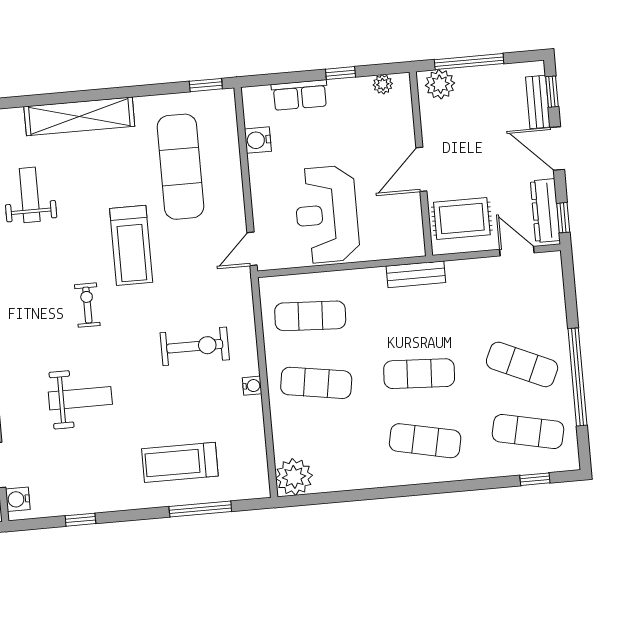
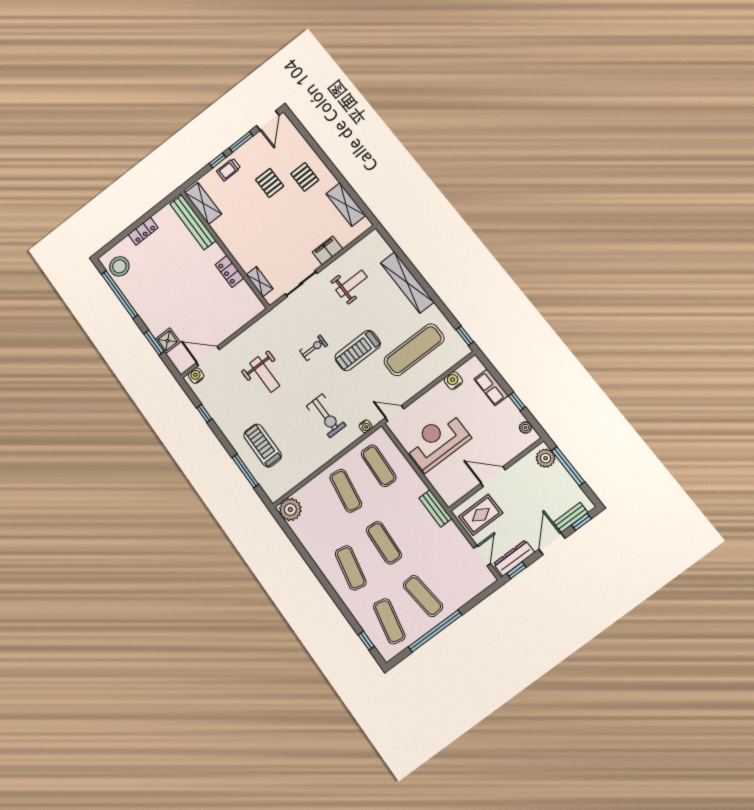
rug: (462, 219) -> (481, 515), turned 90
exercise mat: (522, 364) -> (423, 596), turned -30
water cooler: (252, 386) -> (366, 426), moved

